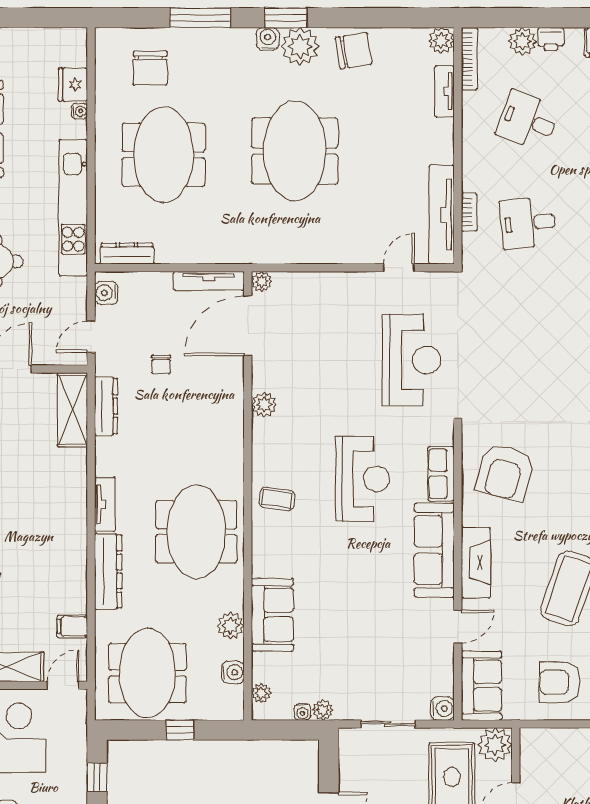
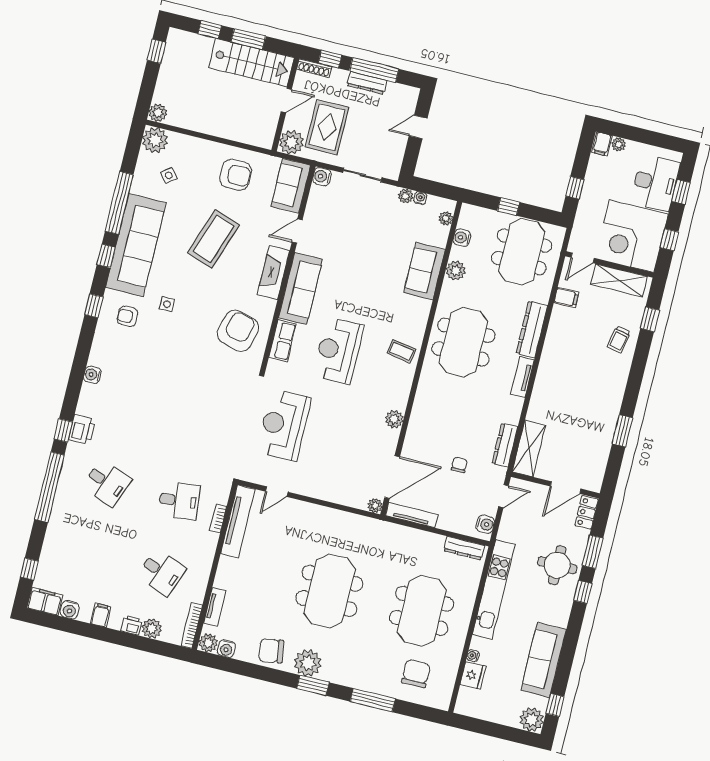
water cooler: (268, 39) -> (226, 649), moved

